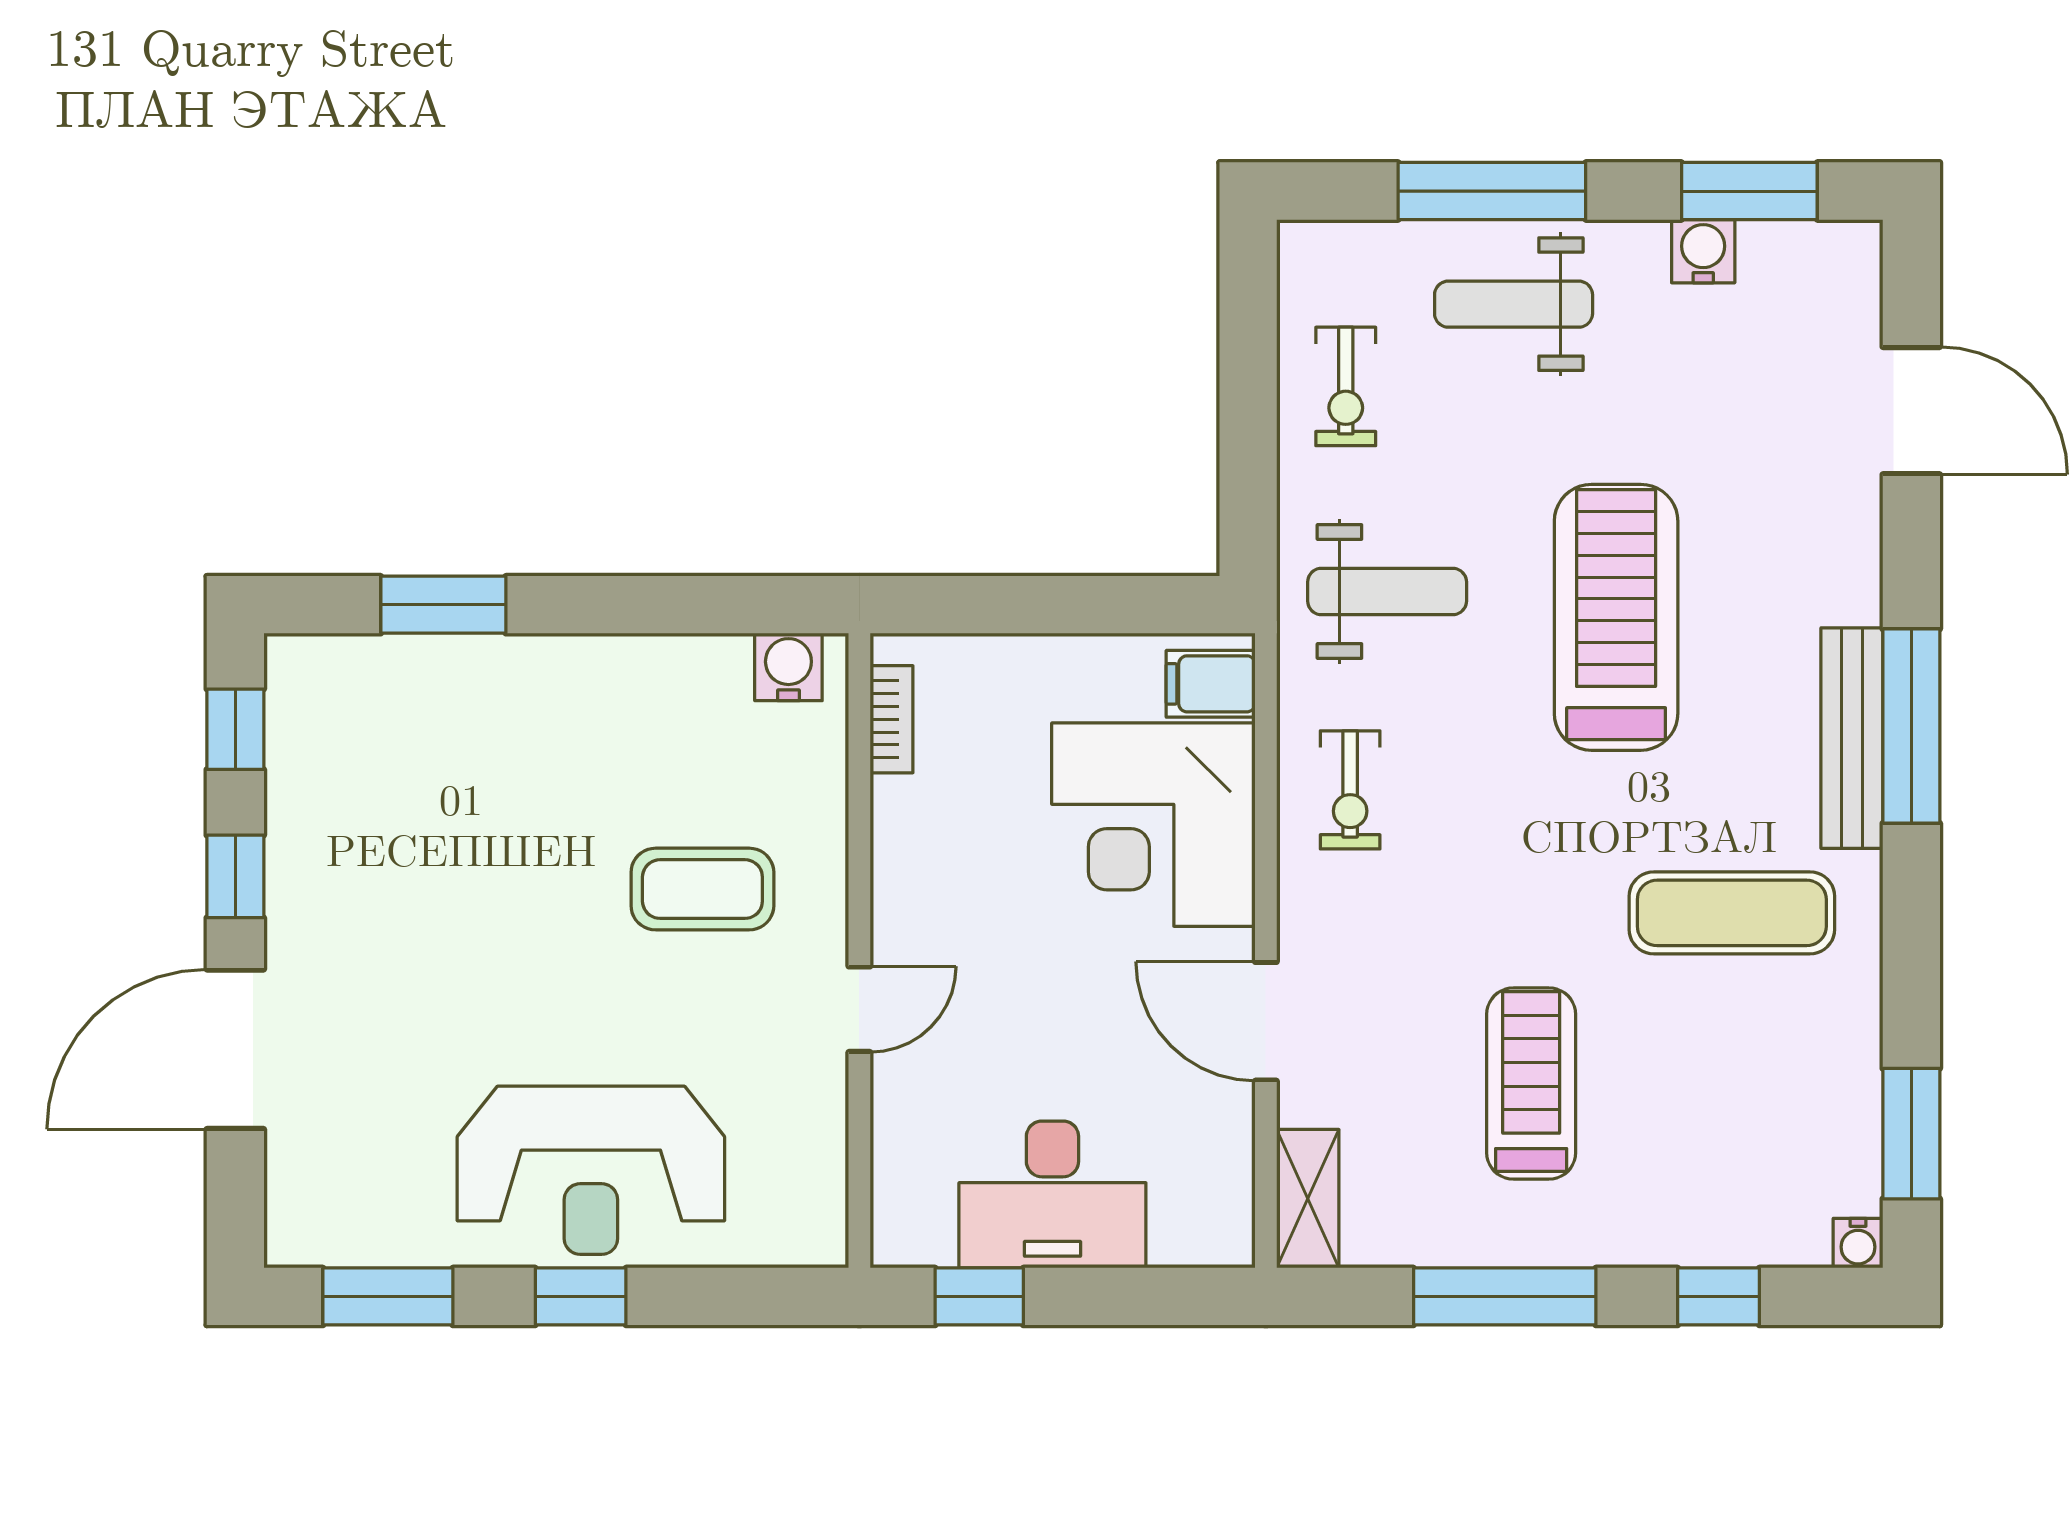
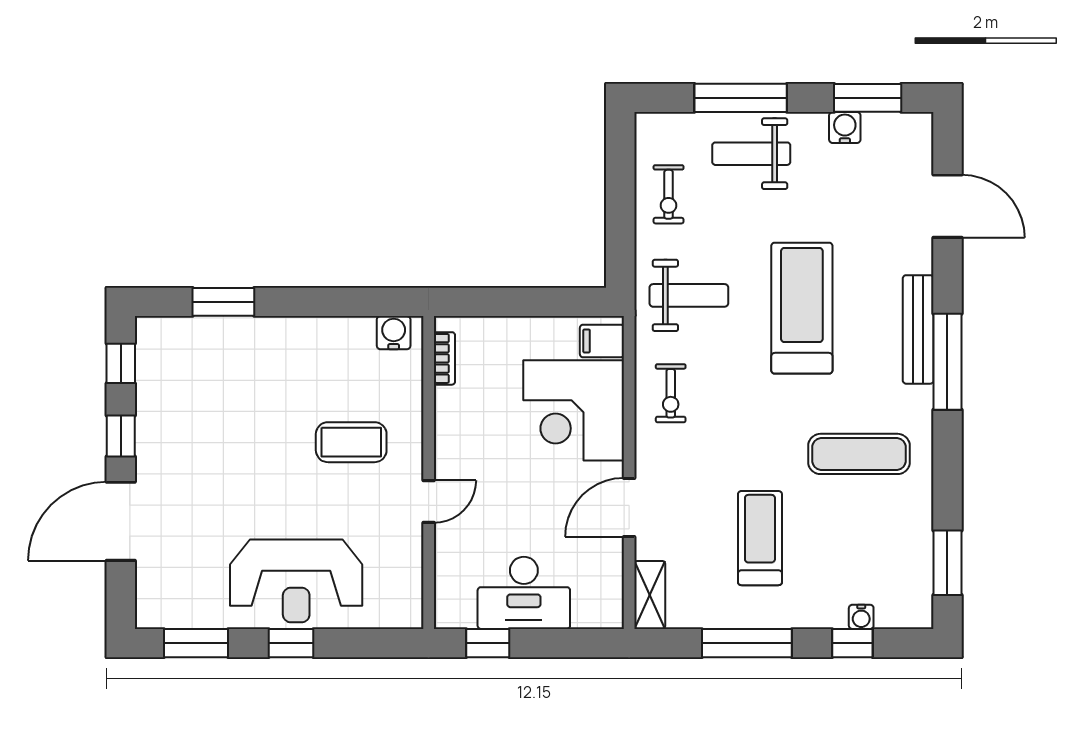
bench: (1852, 738) -> (918, 329), moved
door: (1266, 1021) -> (629, 507), hinge flipped
water cooler: (1858, 1243) -> (861, 617), moved

